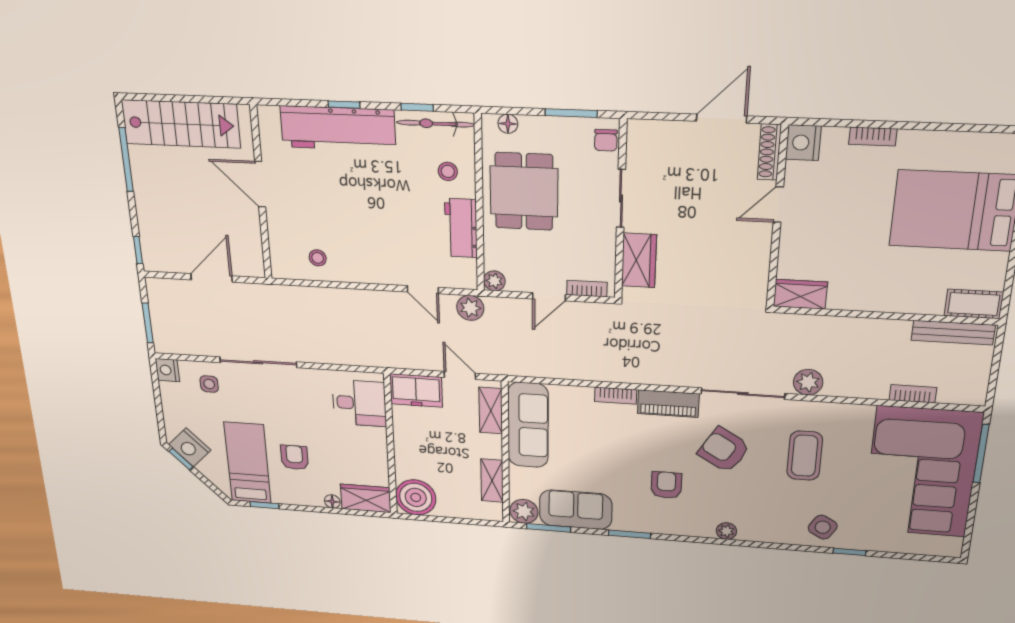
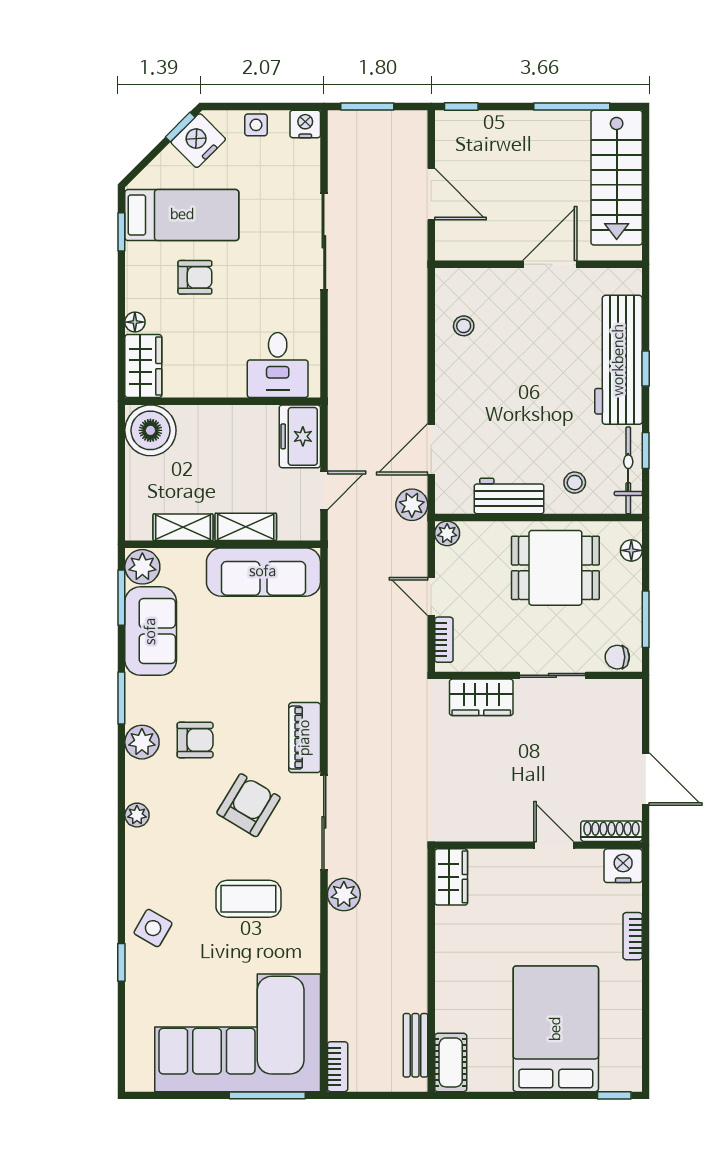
door: (423, 290) -> (431, 449), width x1.38
bench: (953, 333) -> (415, 1045), width x0.73
side table: (209, 384) -> (256, 125), moved
bookcase: (913, 394) -> (338, 1067), moved
bookcase: (616, 396) -> (311, 676), removed
shelving: (491, 411) -> (246, 527), moved
plant: (666, 523) -> (142, 742), added

